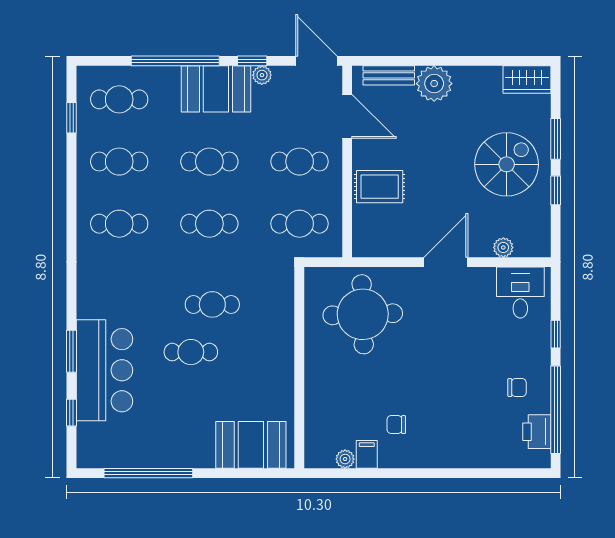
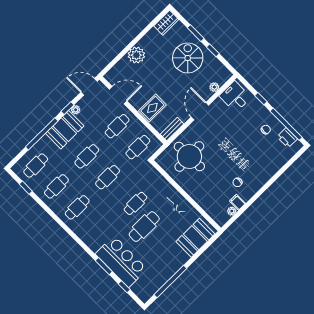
bench: (389, 75) -> (172, 129), moved
cafe table: (191, 352) -> (144, 227), width x1.37, depth x1.35

